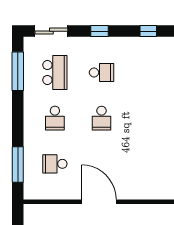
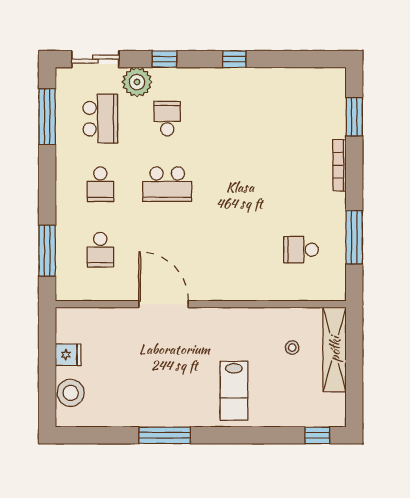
plant: (80, 47) -> (137, 82), added
school desk: (101, 73) -> (167, 119), turned -90
school desk: (101, 118) -> (167, 184), width x1.85
school desk: (55, 164) -> (100, 250), turned -90

